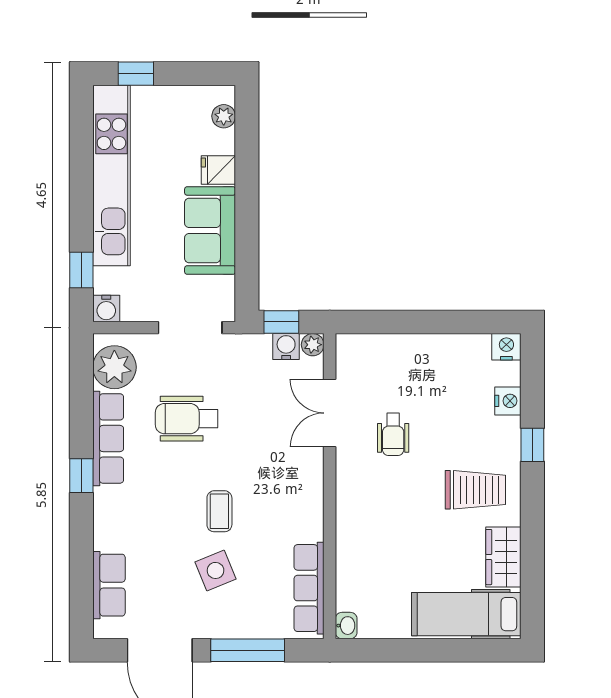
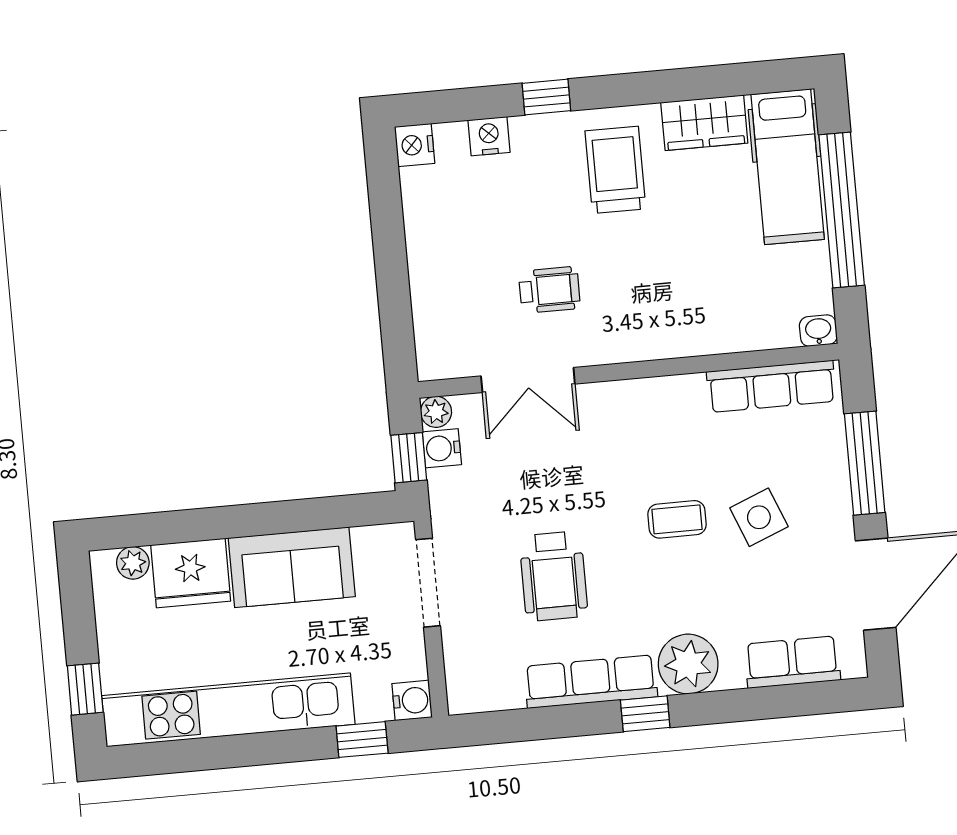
fridge: (218, 170) -> (191, 573), width x1.88, depth x1.34
plant: (114, 367) -> (688, 664), moved
window: (432, 650) -> (842, 210), added

